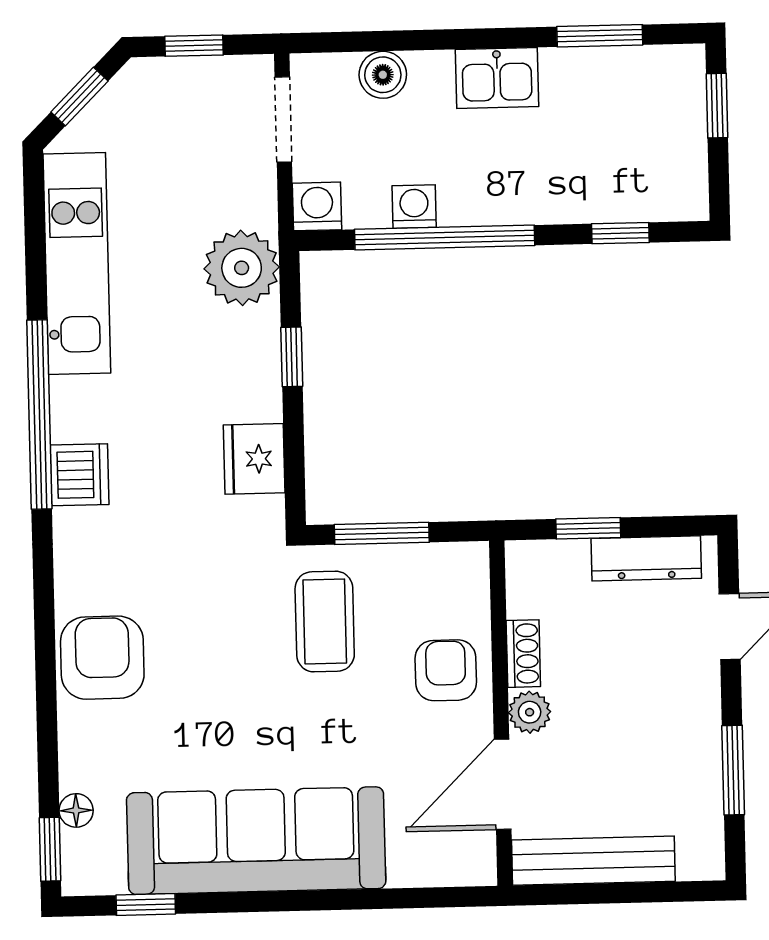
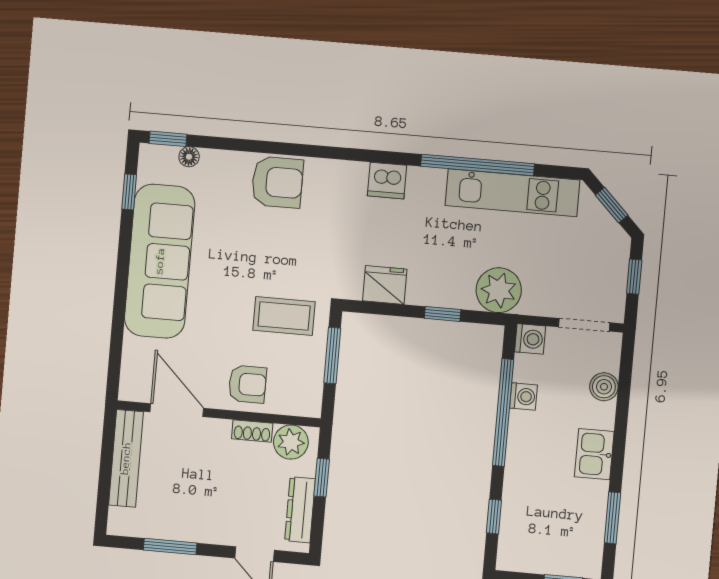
window: (39, 415) -> (477, 165), moved
plant: (530, 712) -> (291, 442), moved, width x1.38, depth x1.38

